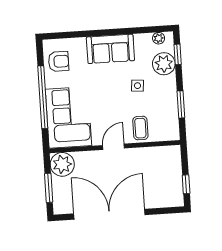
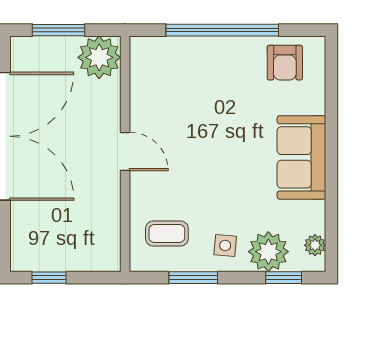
side table: (137, 86) -> (225, 245), moved
corner sofa: (69, 117) -> (183, 74), removed
coffee table: (140, 128) -> (167, 233), moved

